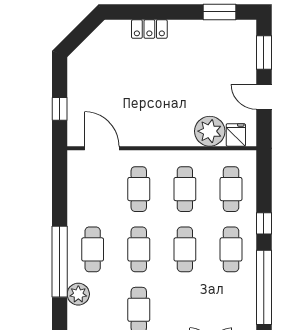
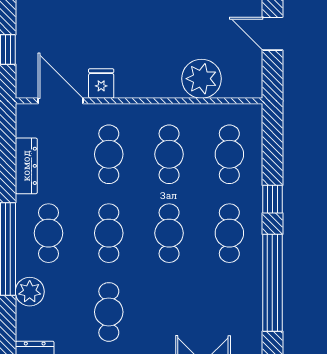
fridge: (236, 135) -> (101, 84), moved
dresser: (76, 198) -> (26, 166), added

